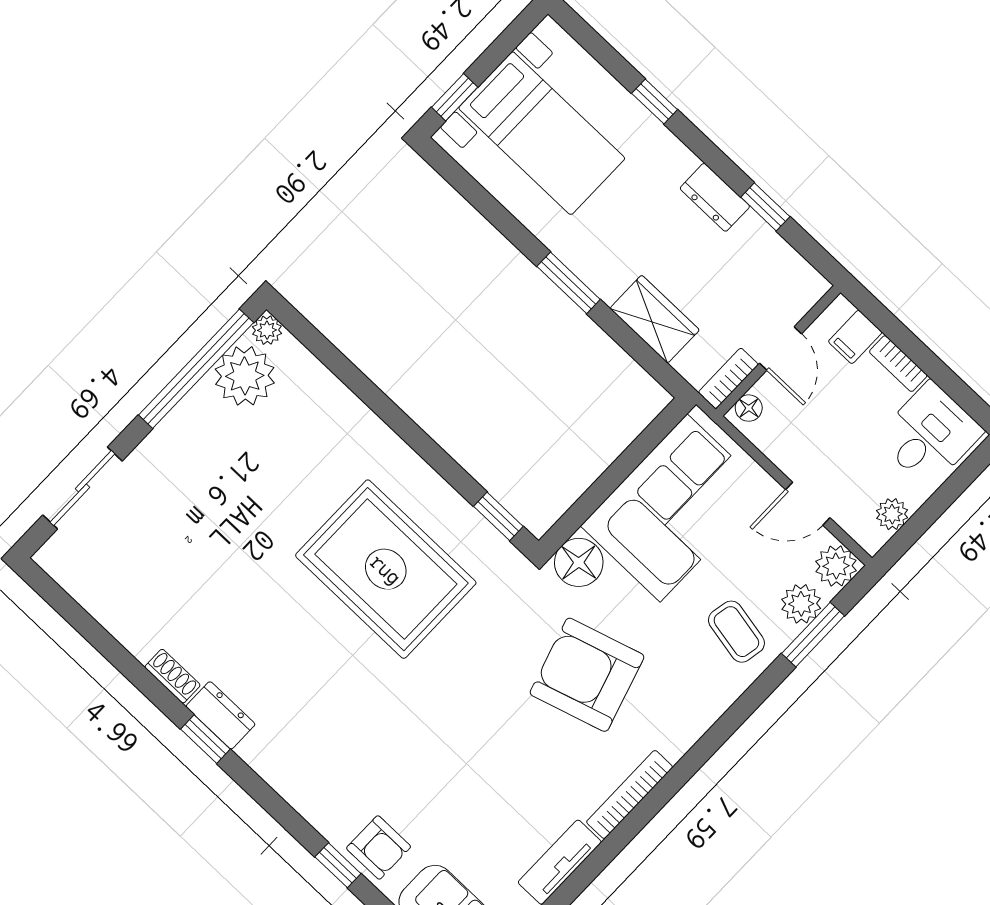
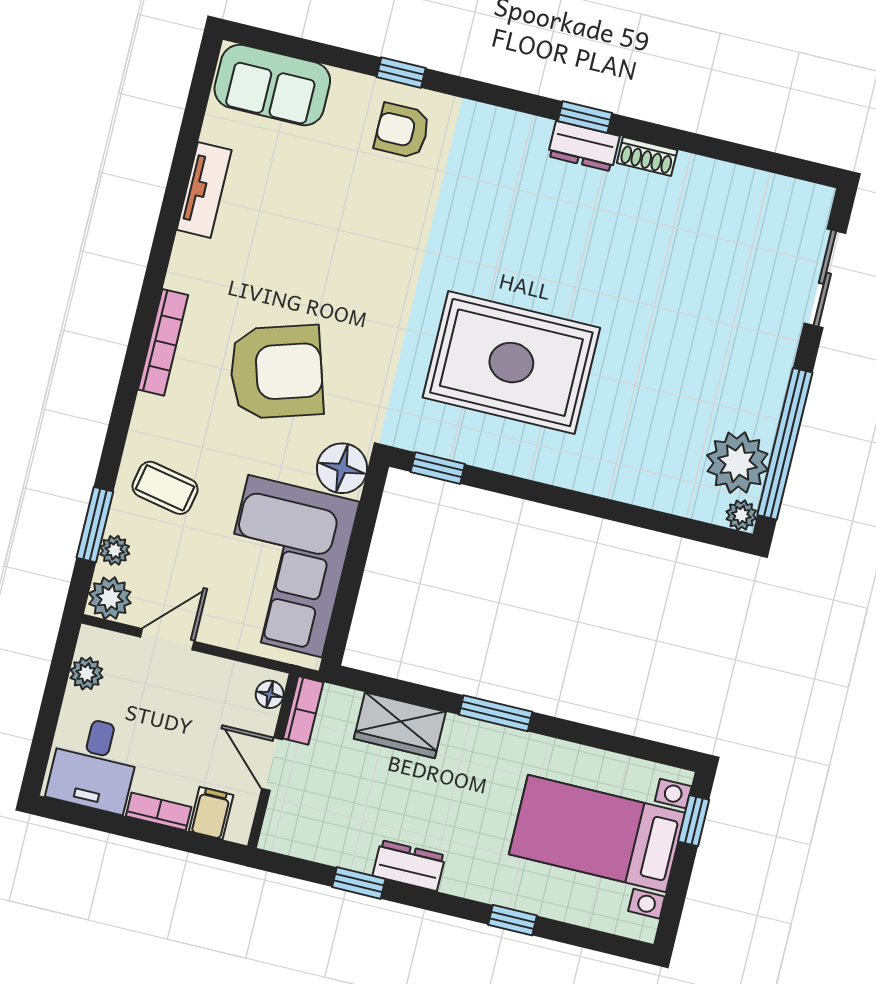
plant: (801, 604) -> (115, 550), width x0.73, depth x0.73
bookcase: (630, 795) -> (163, 342), moved
armchair: (379, 847) -> (402, 131), moved

